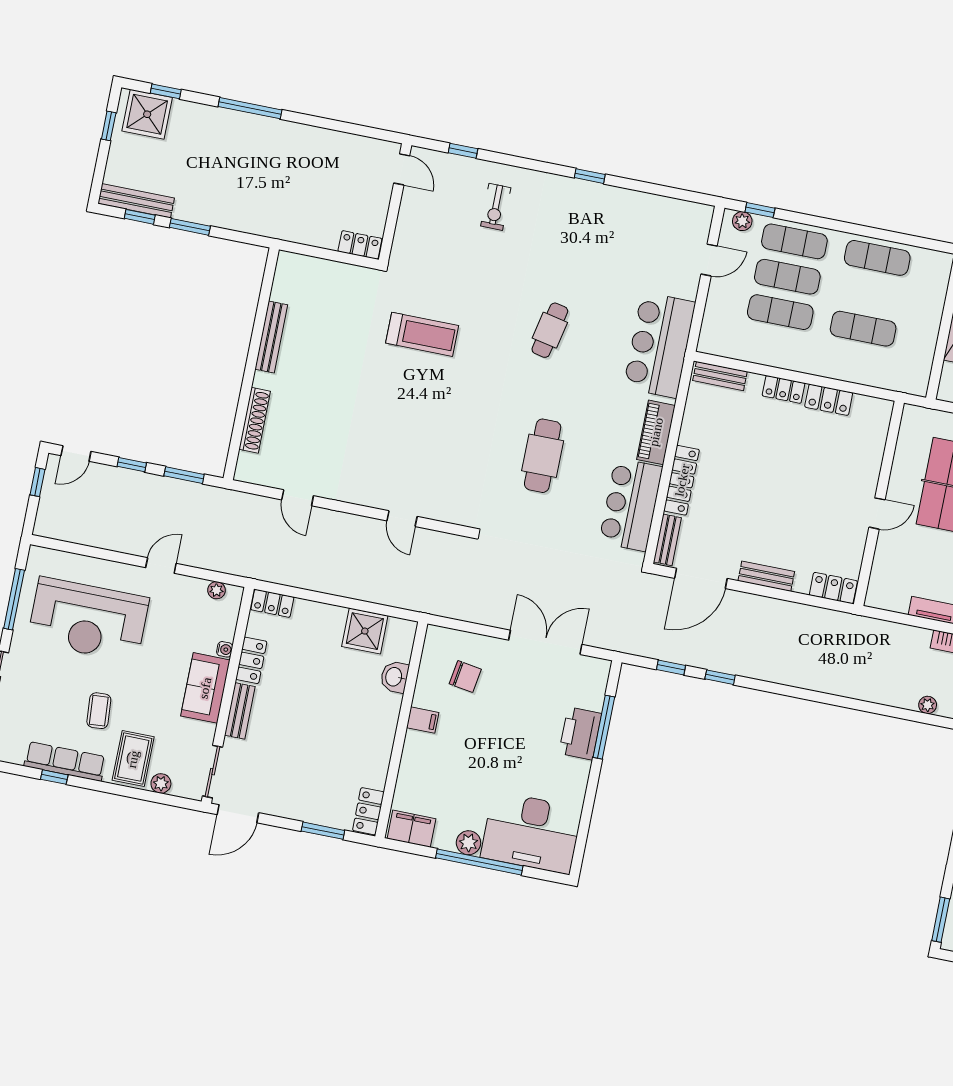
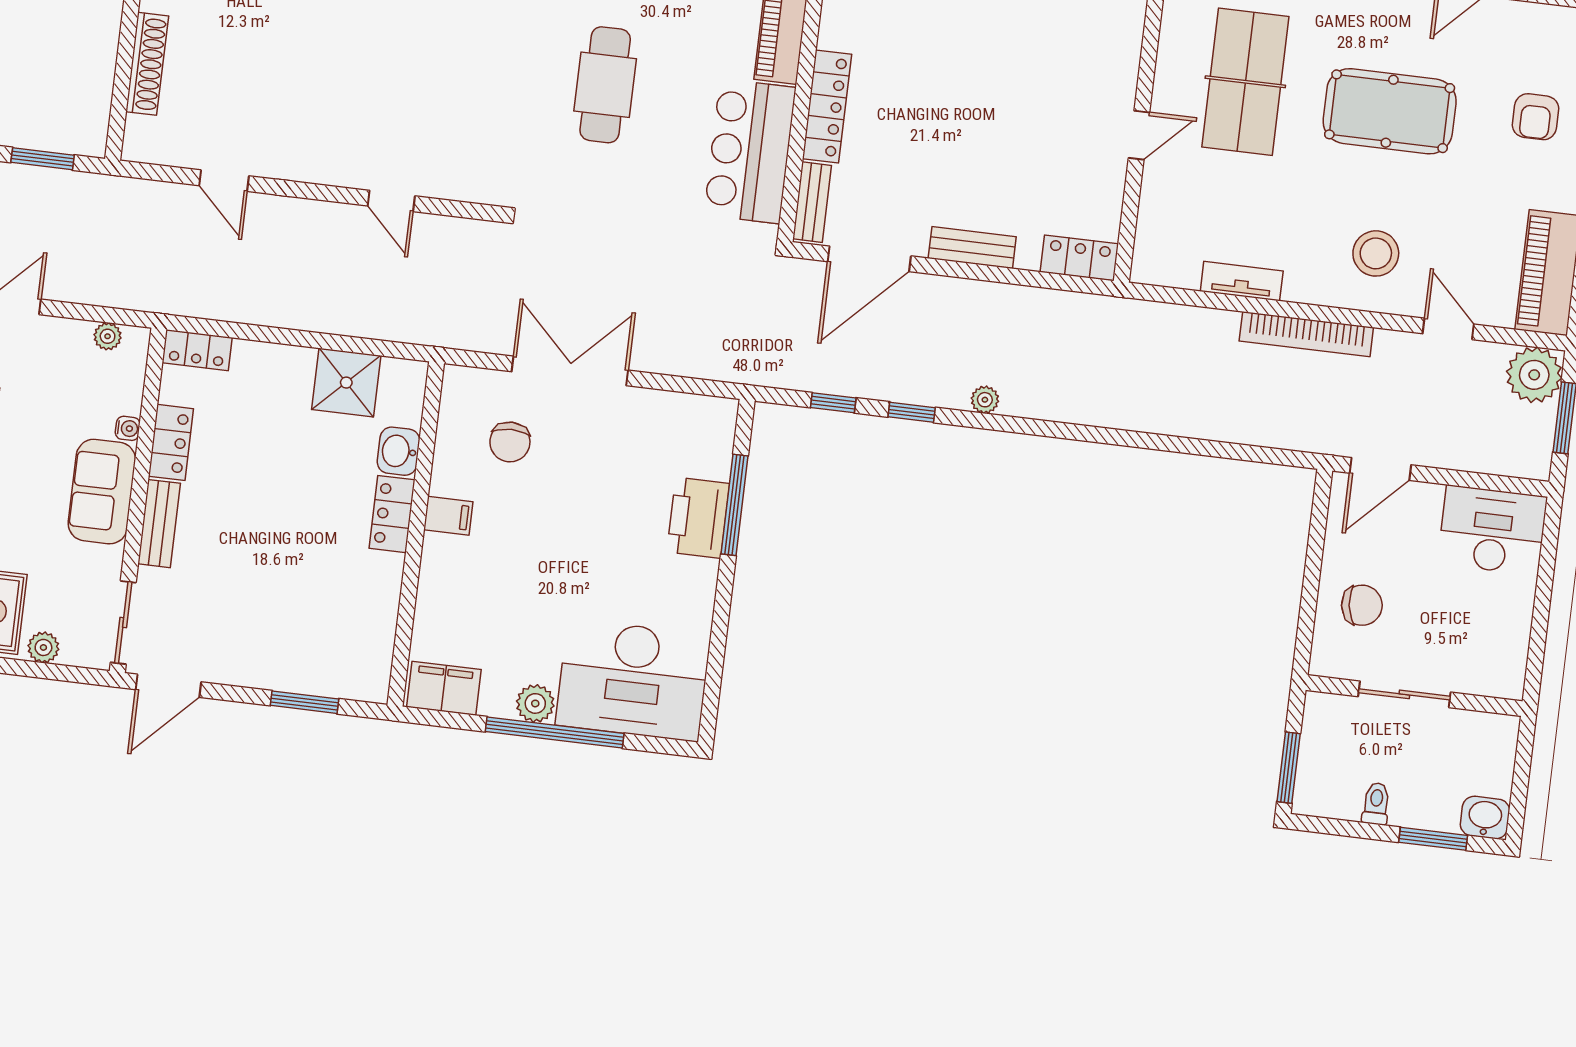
double door: (545, 642) -> (570, 371), moved
chair: (465, 676) -> (510, 442), turned 81
plant: (928, 705) -> (985, 400), moved
locker: (368, 811) -> (392, 514), moved

